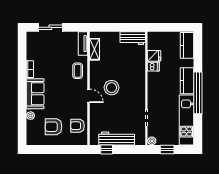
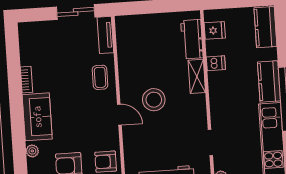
sliding door: (50, 27) -> (76, 12), moved
workbench: (133, 38) -> (192, 39), moved, turned 90
shelving: (95, 49) -> (197, 76), moved
fridge: (154, 56) -> (215, 30), moved

